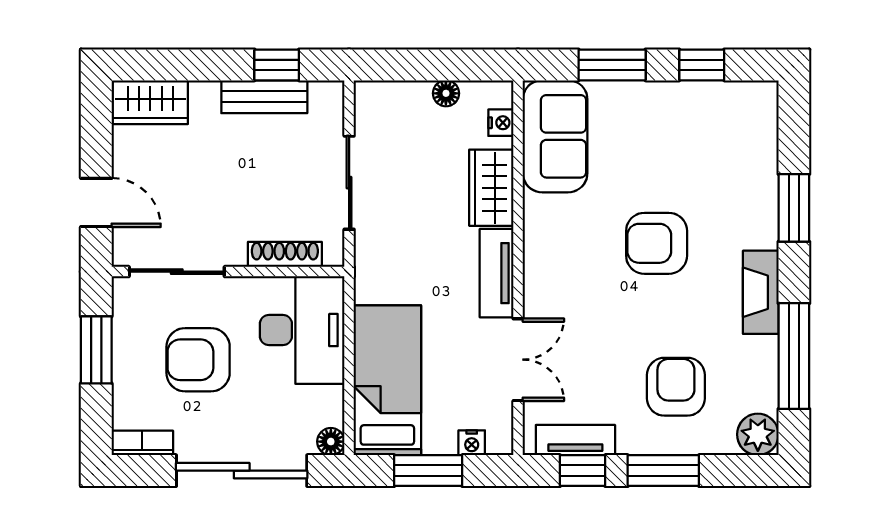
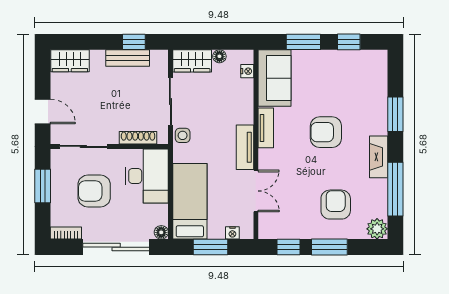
wardrobe: (491, 188) -> (192, 61), moved, turned -90
side table: (373, 250) -> (183, 135), added
tv unit: (575, 440) -> (266, 128), moved, turned 90

